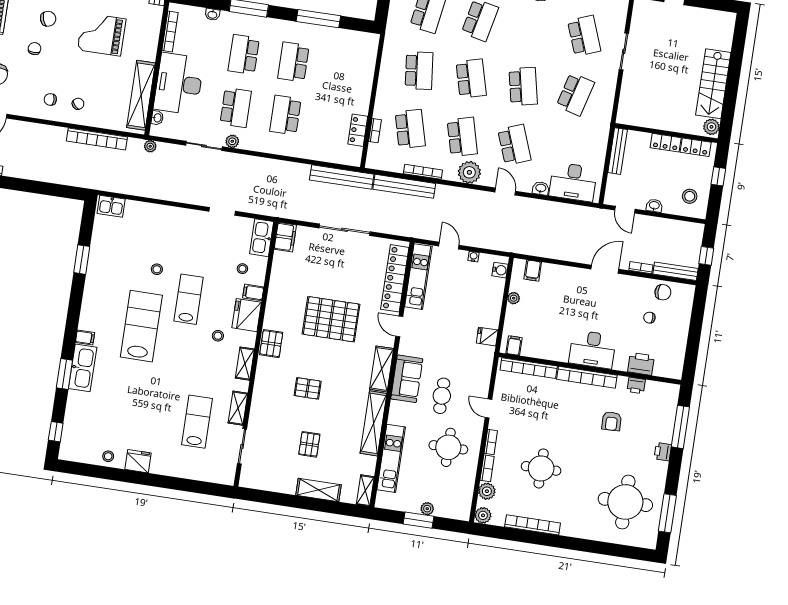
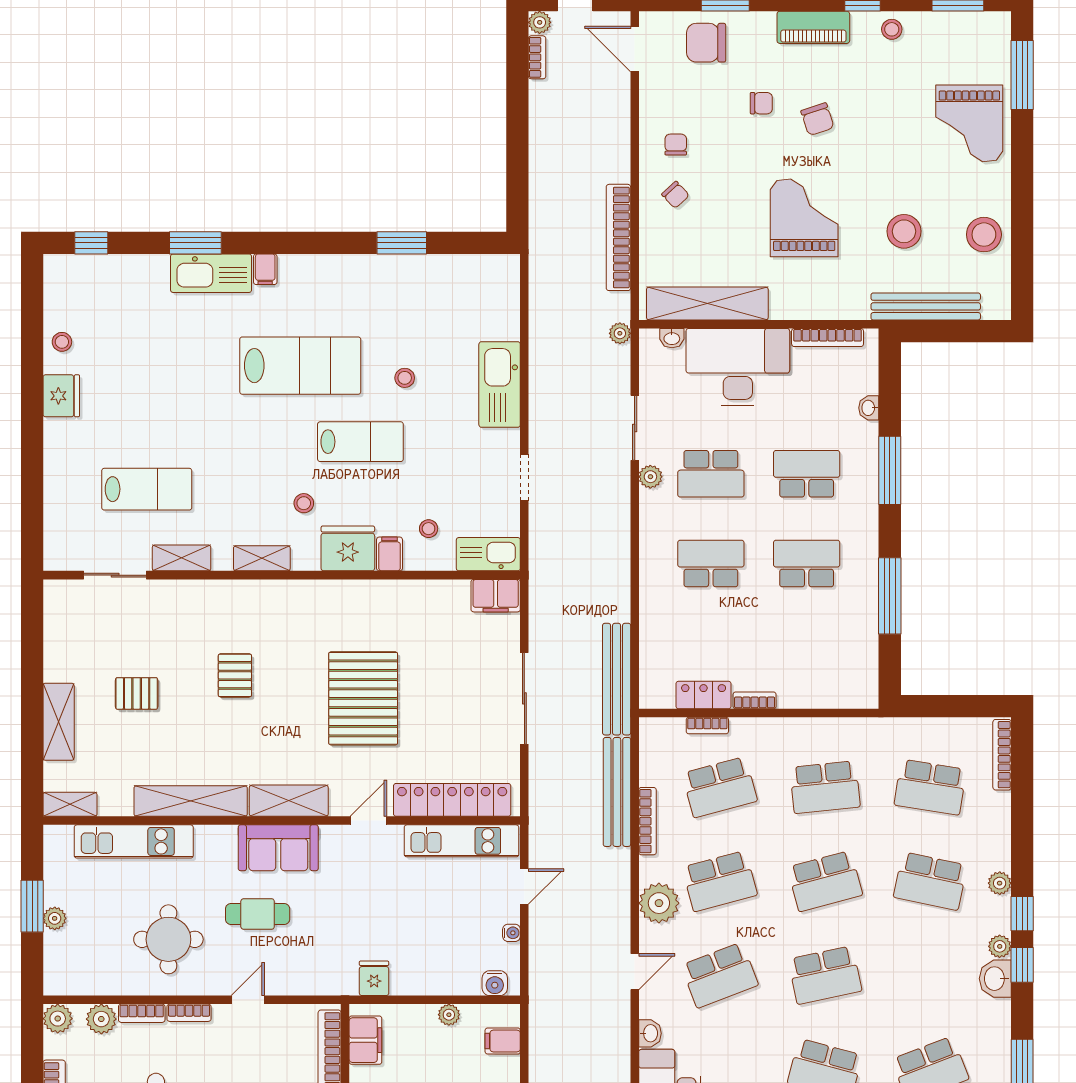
bookcase: (365, 102) -> (755, 700), added
kitchen sink: (111, 206) -> (500, 384), moved, width x1.87, depth x1.24
pallet: (271, 344) -> (304, 599), removed
filing cabinet: (514, 346) -> (365, 1040), width x2.00

